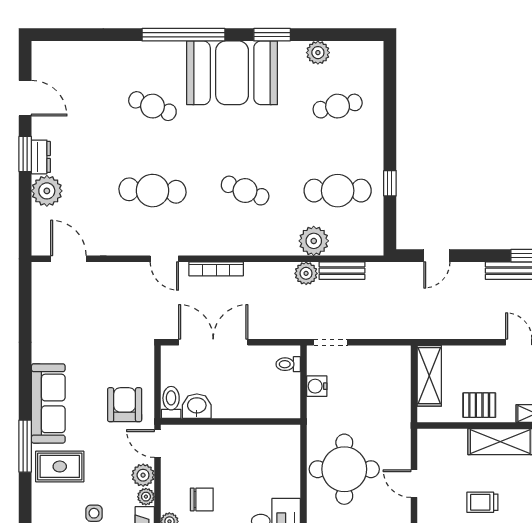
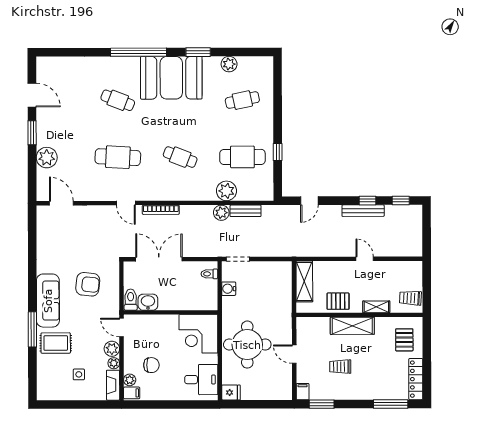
dresser: (41, 157) -> (43, 135), removed
armchair: (125, 405) -> (88, 284), moved, turned 96
corner desk: (272, 453) -> (198, 334), added

